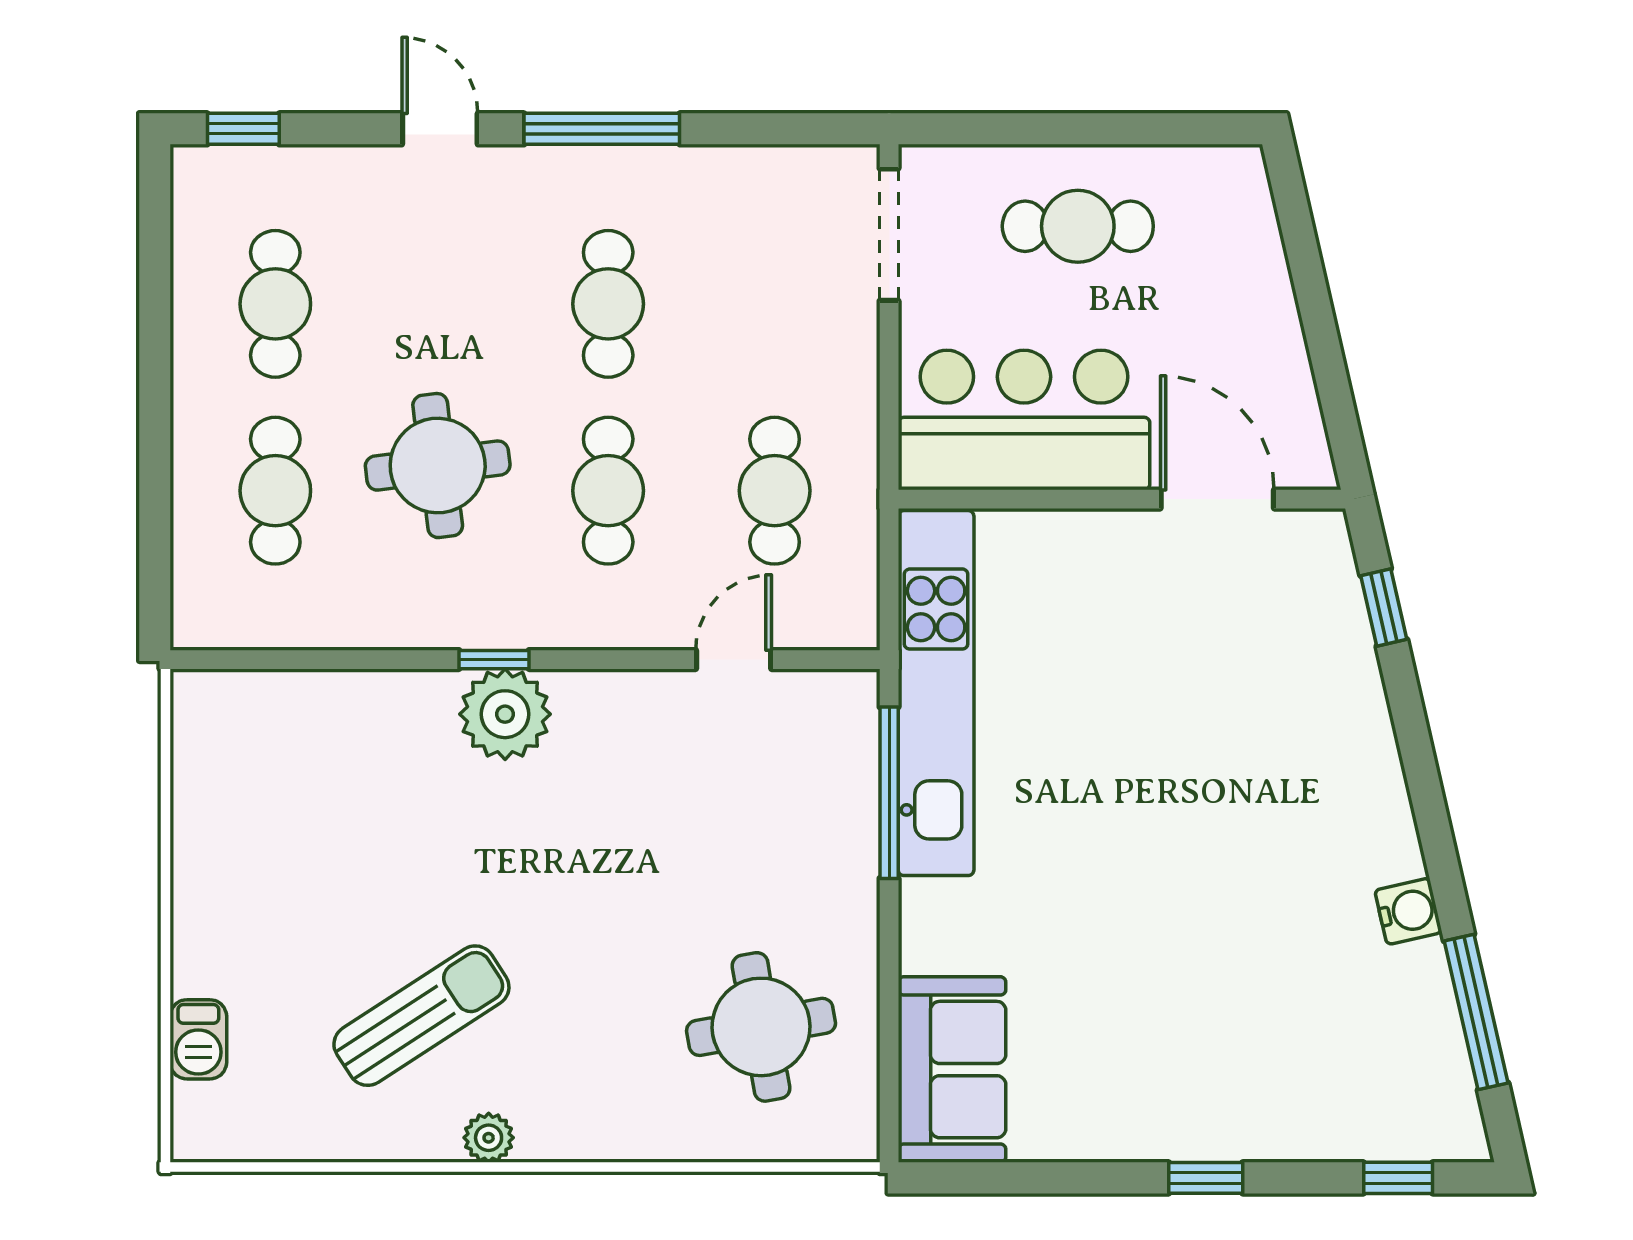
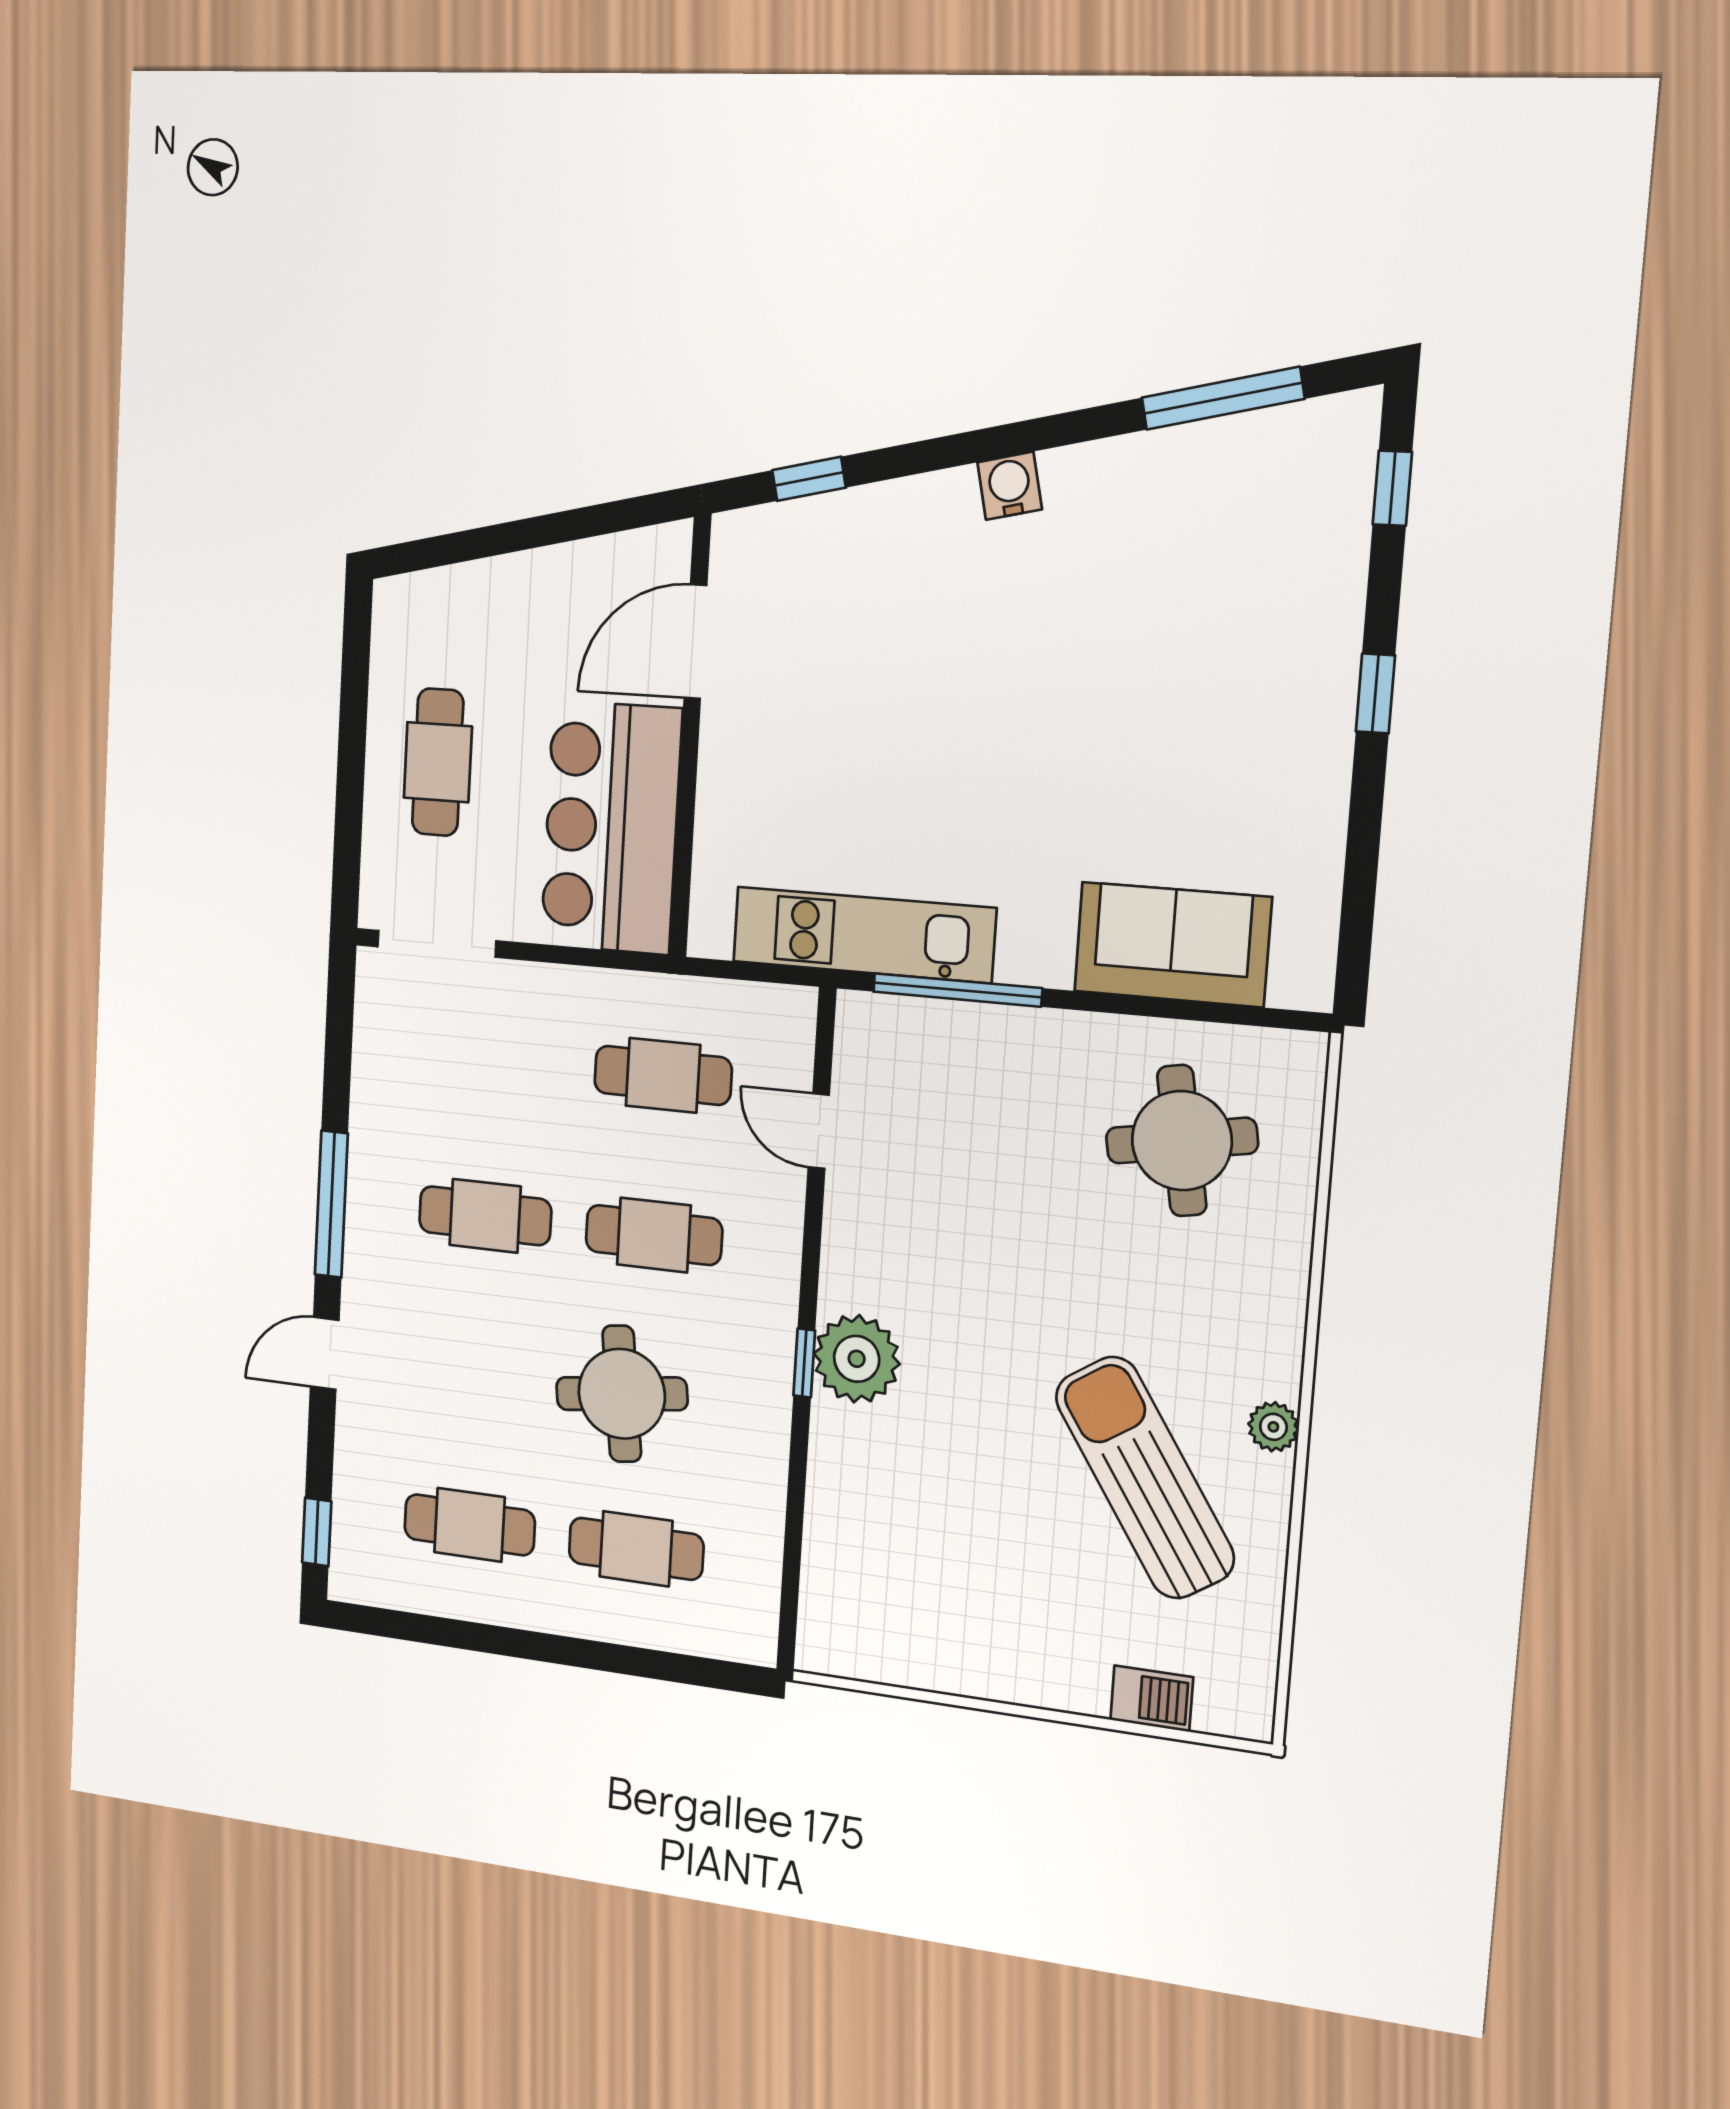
kitchen unit: (936, 693) -> (864, 935), width x0.73
water cooler: (1408, 911) -> (1010, 486), moved
sun lounger: (421, 1016) -> (1145, 1478), width x1.36, depth x1.34
sofa: (952, 1070) -> (1172, 944), moved

